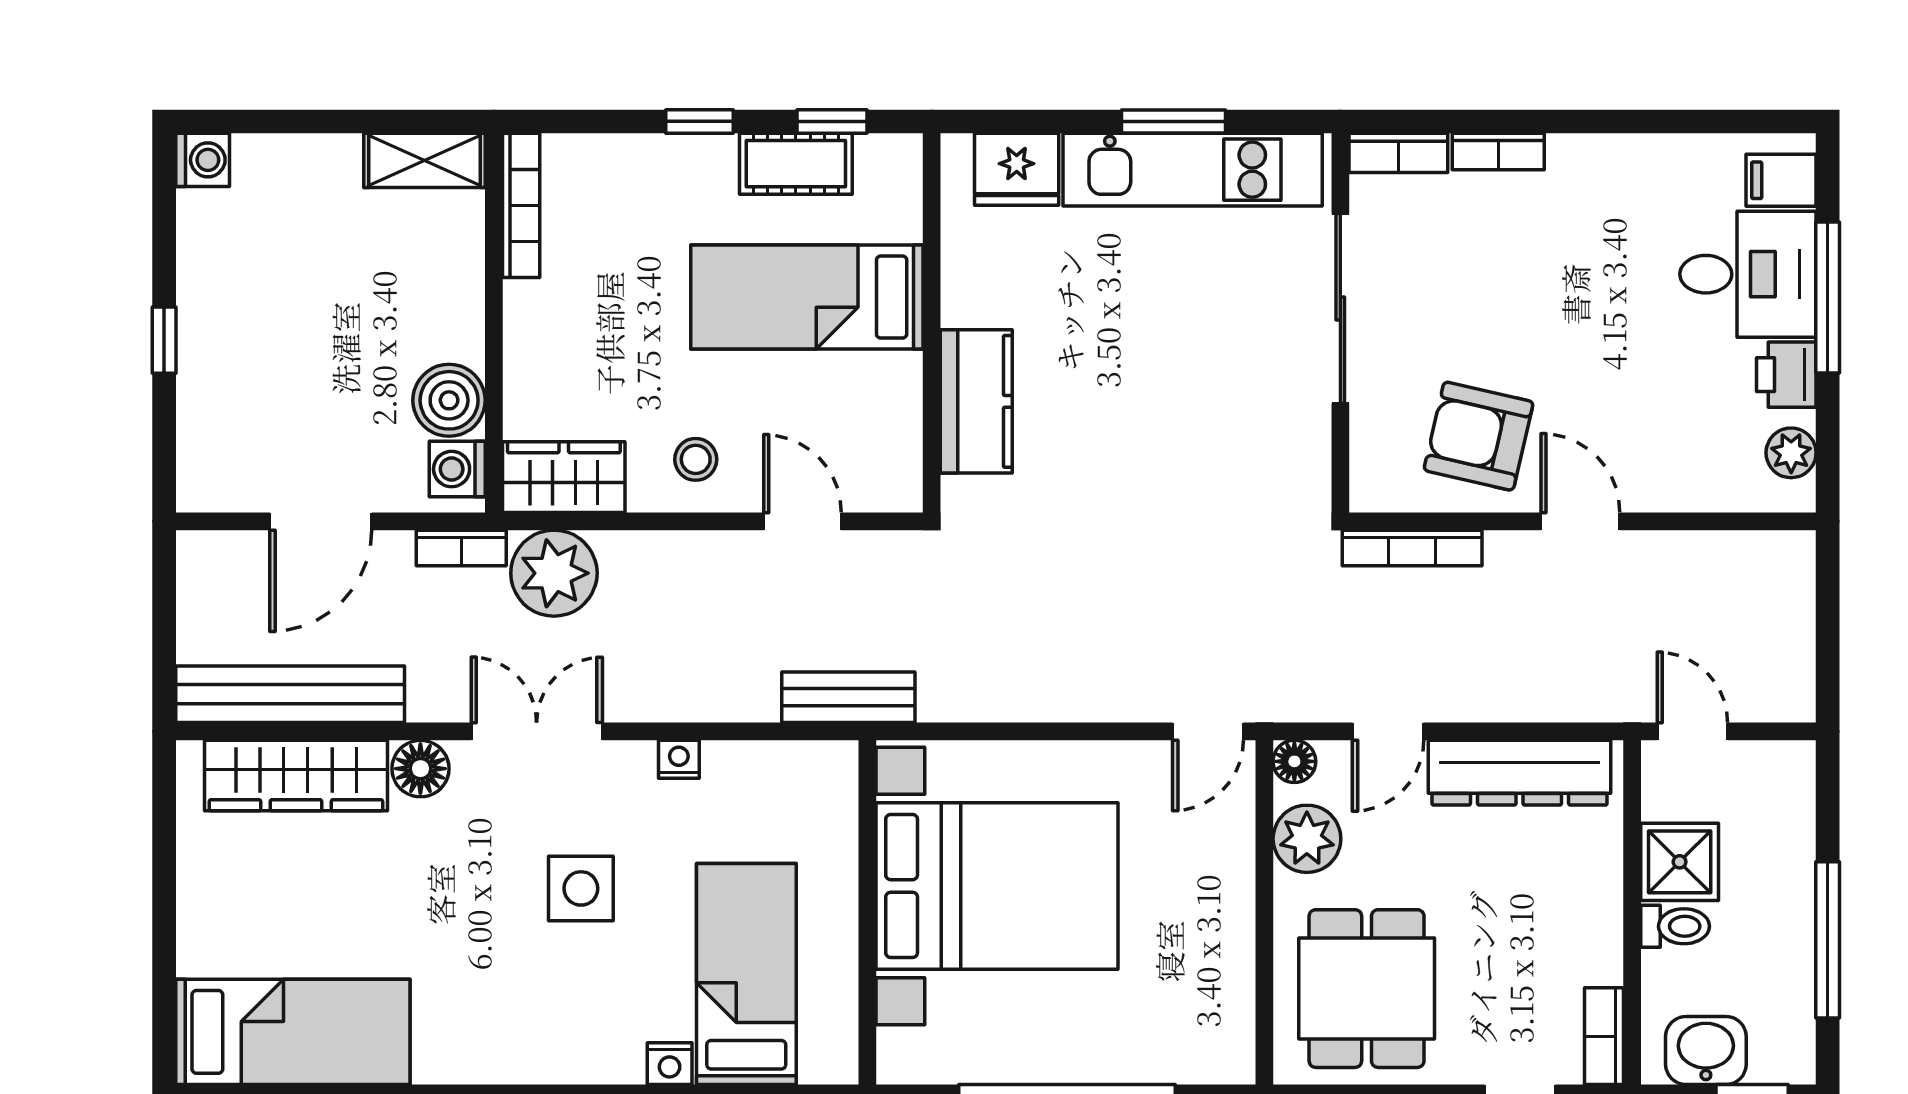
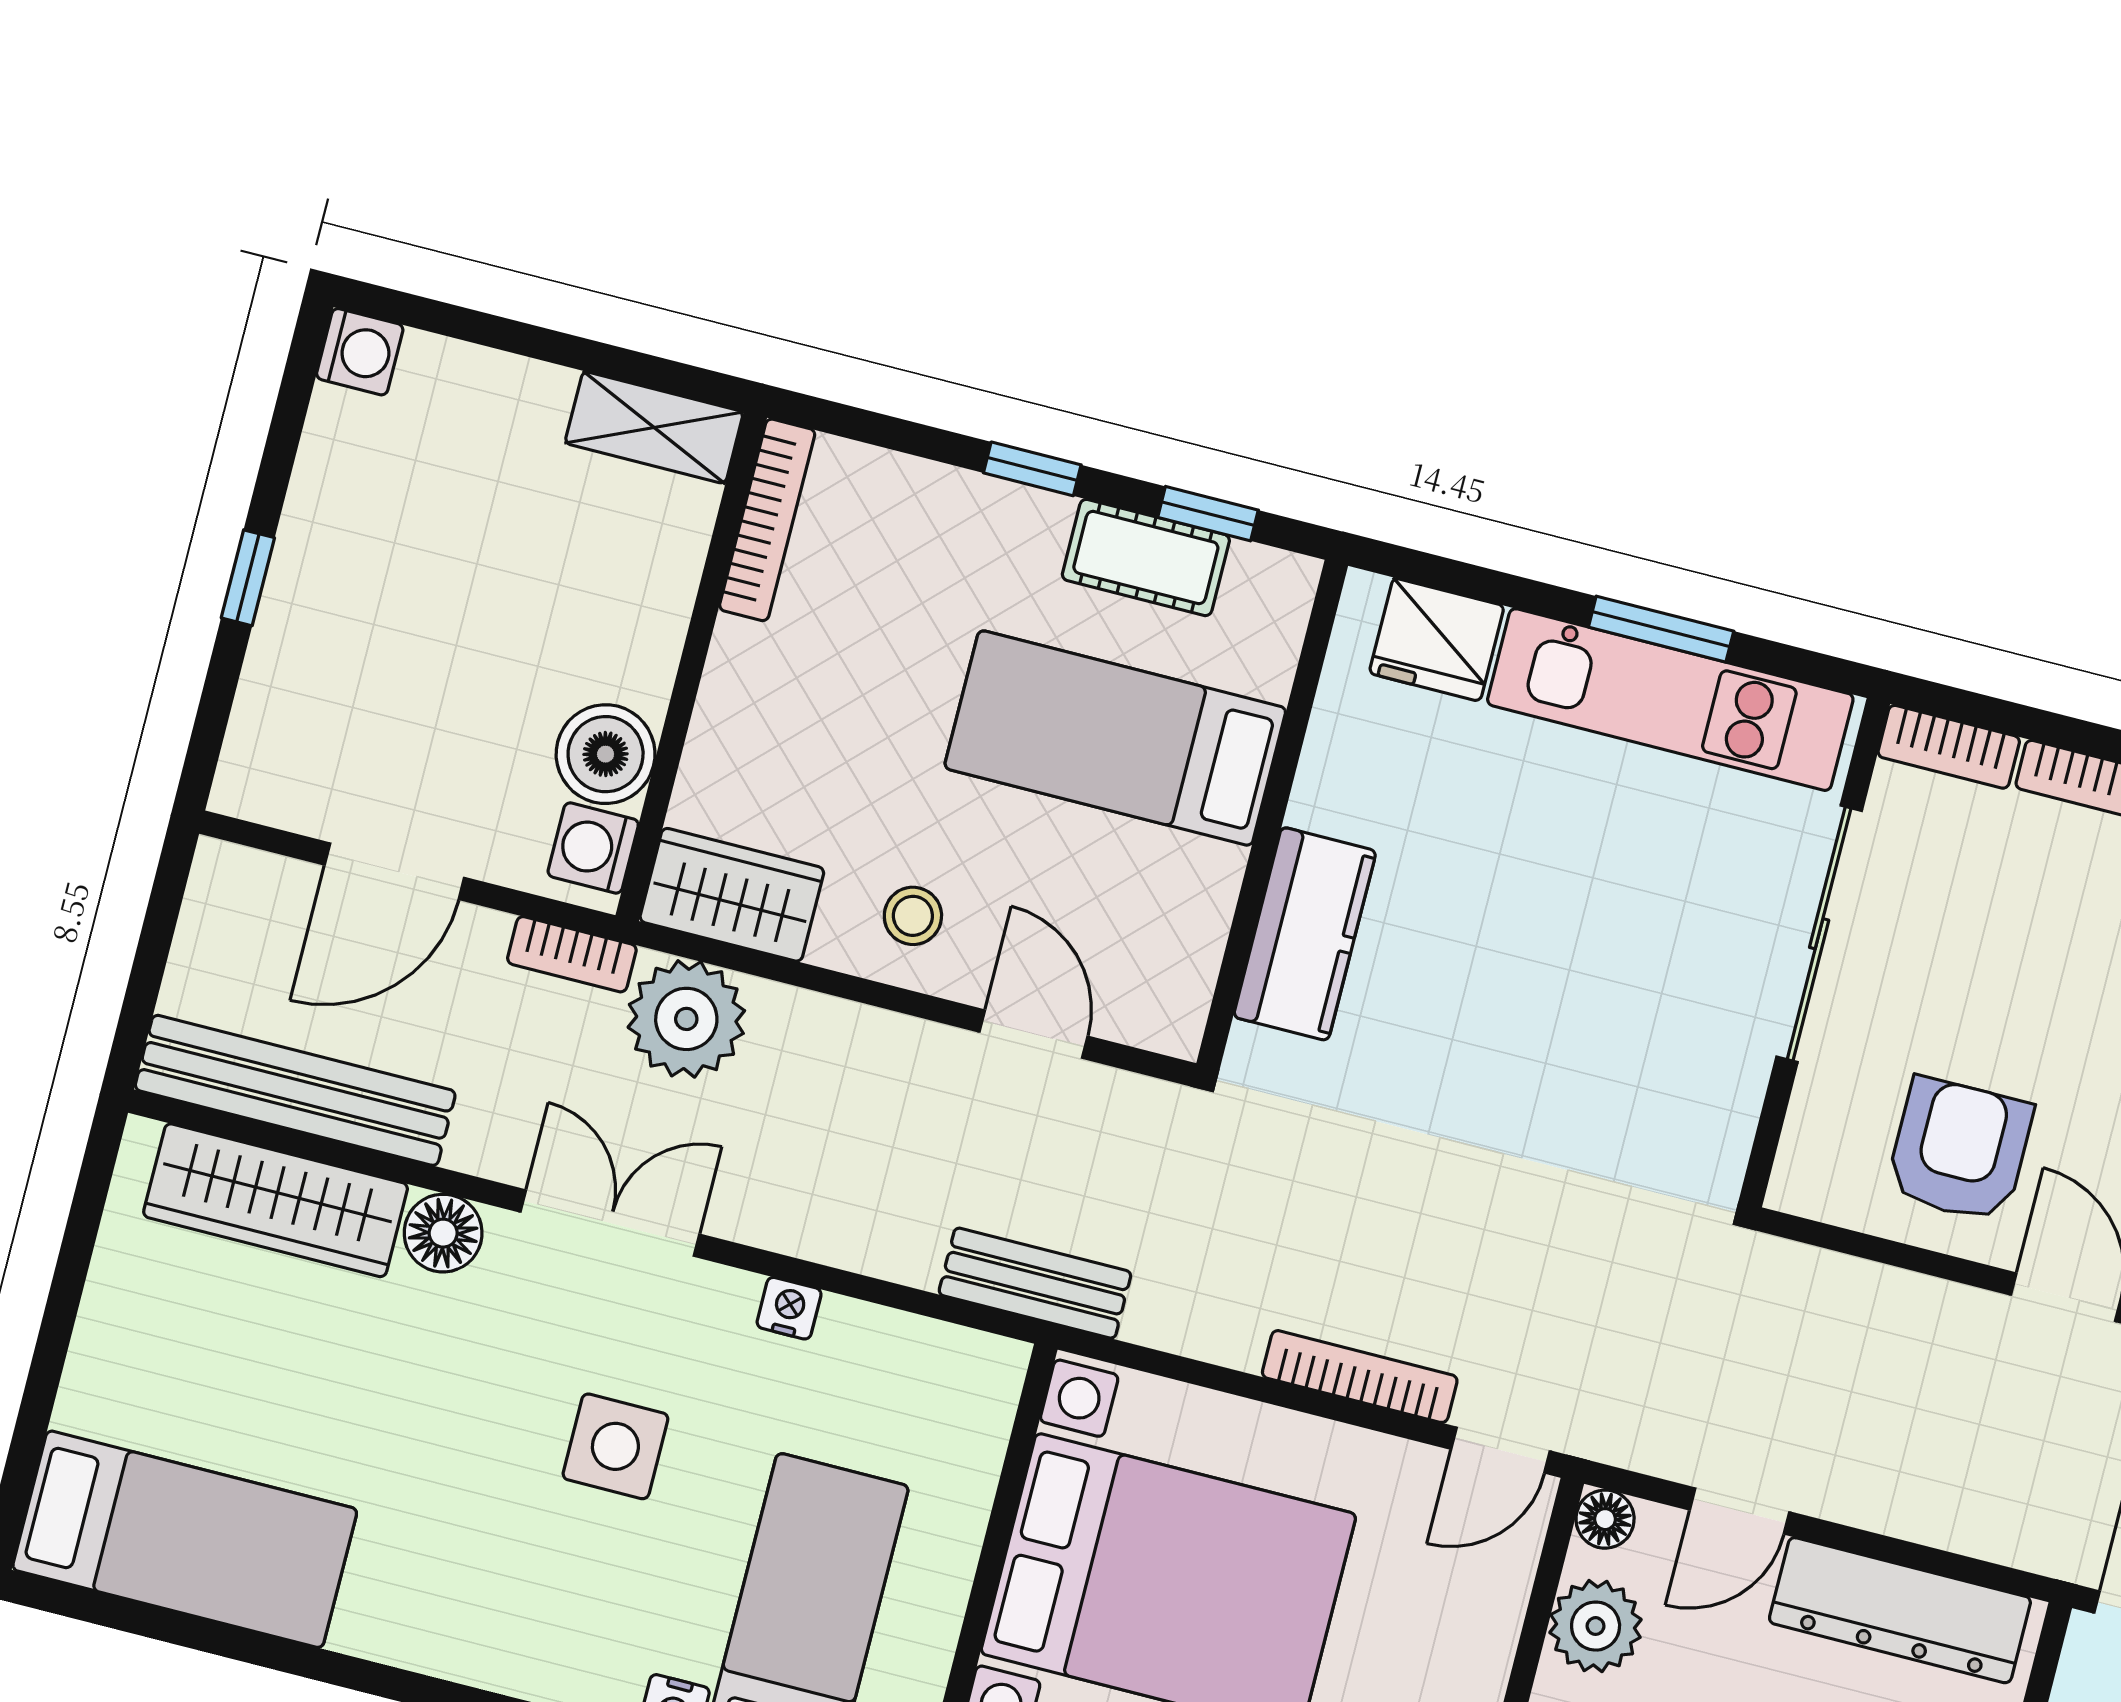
armchair: (1479, 436) -> (1959, 1150), turned 77
bookcase: (1412, 548) -> (1360, 1377), moved, turned 180

